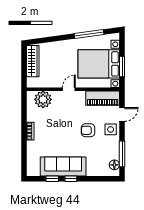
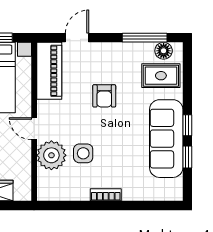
plant: (43, 99) -> (51, 155), moved
door: (122, 114) -> (77, 38), hinge flipped
side table: (111, 129) -> (83, 153), moved
rug: (100, 163) -> (161, 76), added

